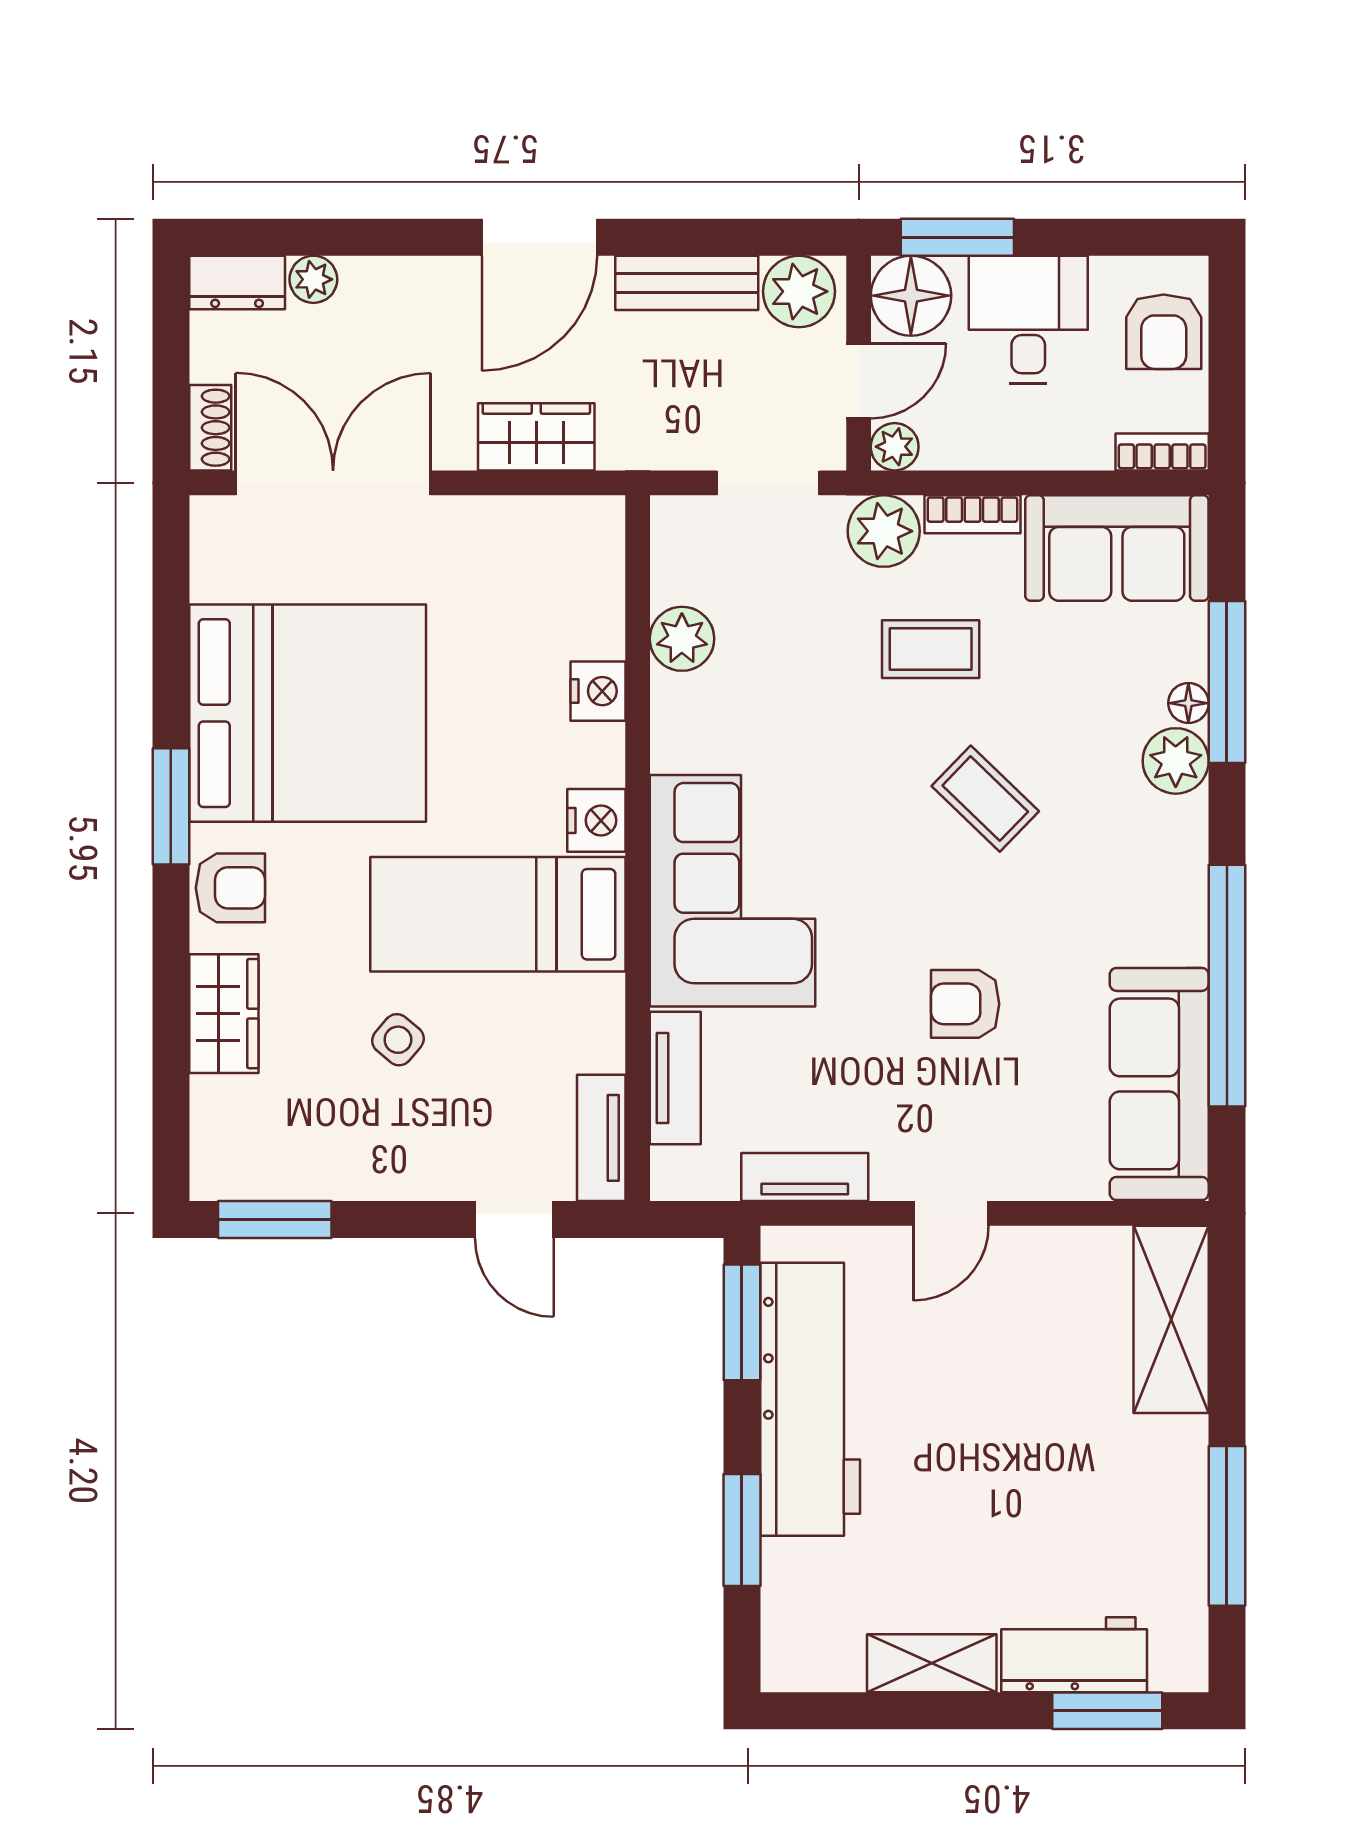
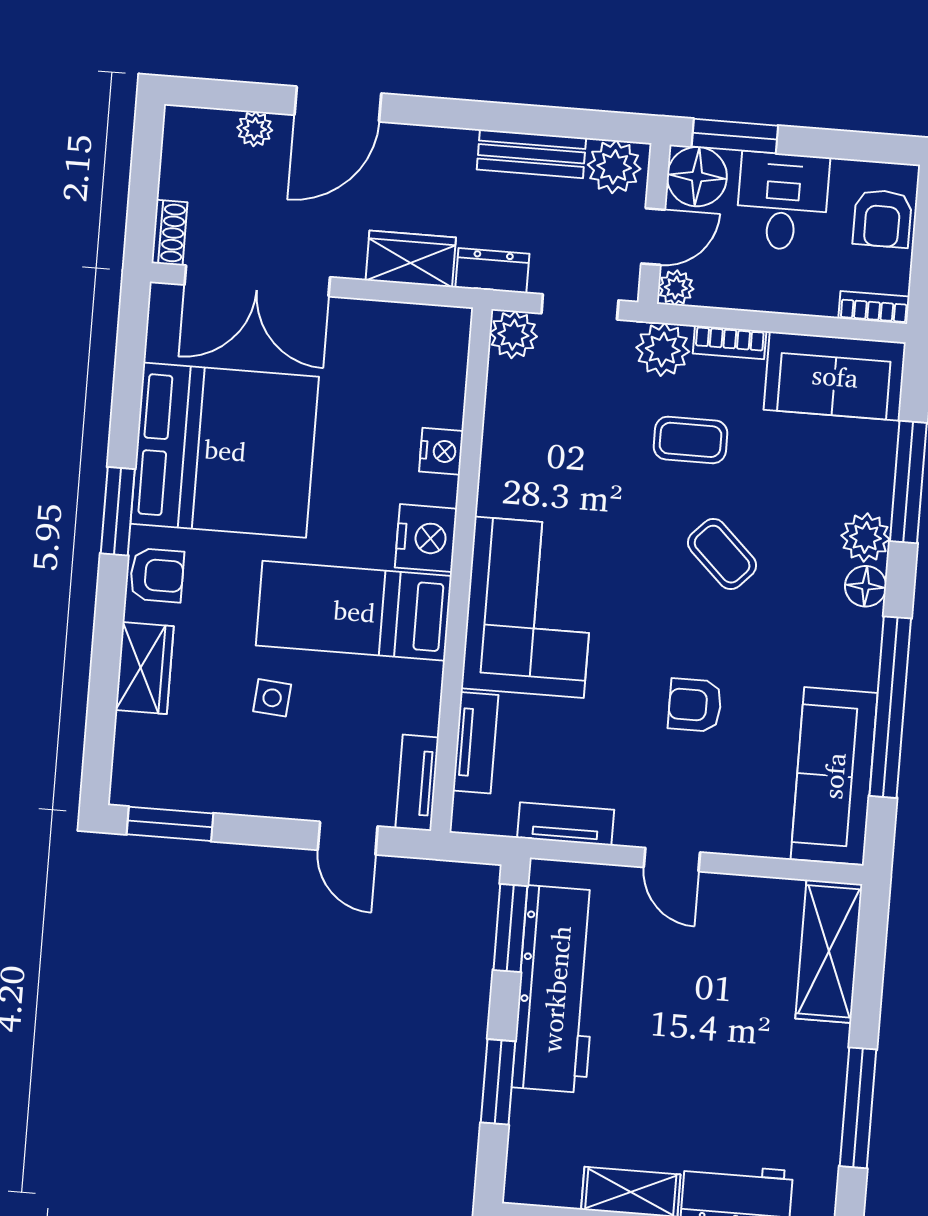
door: (539, 237) -> (338, 104), moved
dresser: (237, 282) -> (492, 271), moved, turned 180
double door: (333, 483) -> (257, 281), swing flipped
plant: (682, 639) -> (513, 335), moved
floor lamp: (1188, 703) -> (866, 586), moved, width x1.37, depth x1.37
nightstand: (596, 820) -> (426, 538), width x1.36, depth x1.33
side table: (398, 1040) -> (272, 698), turned -35
door: (951, 1213) -> (672, 860), hinge flipped

